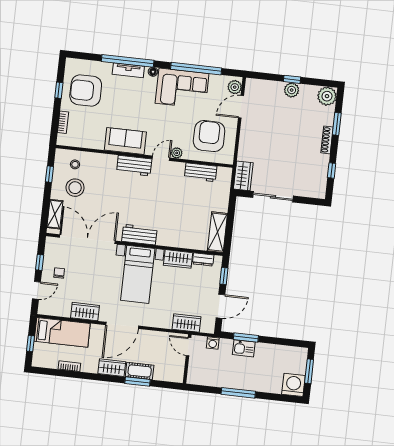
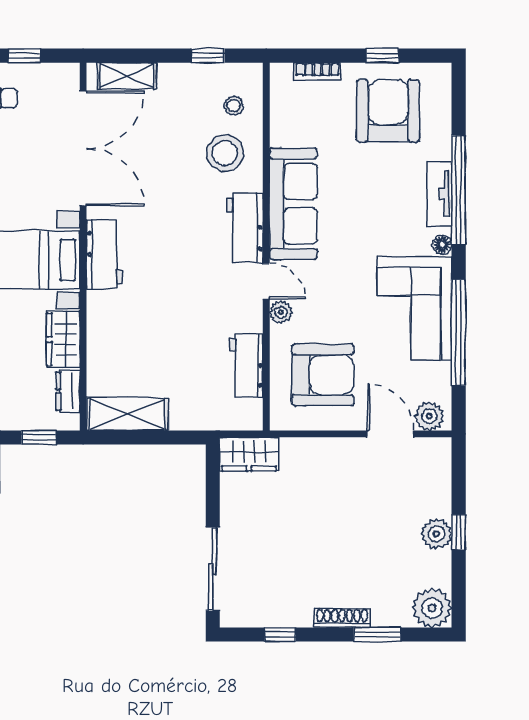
sofa: (125, 141) -> (293, 204), width x1.36
stool: (75, 188) -> (225, 153), moved
sliding door: (273, 197) -> (213, 569), moved

